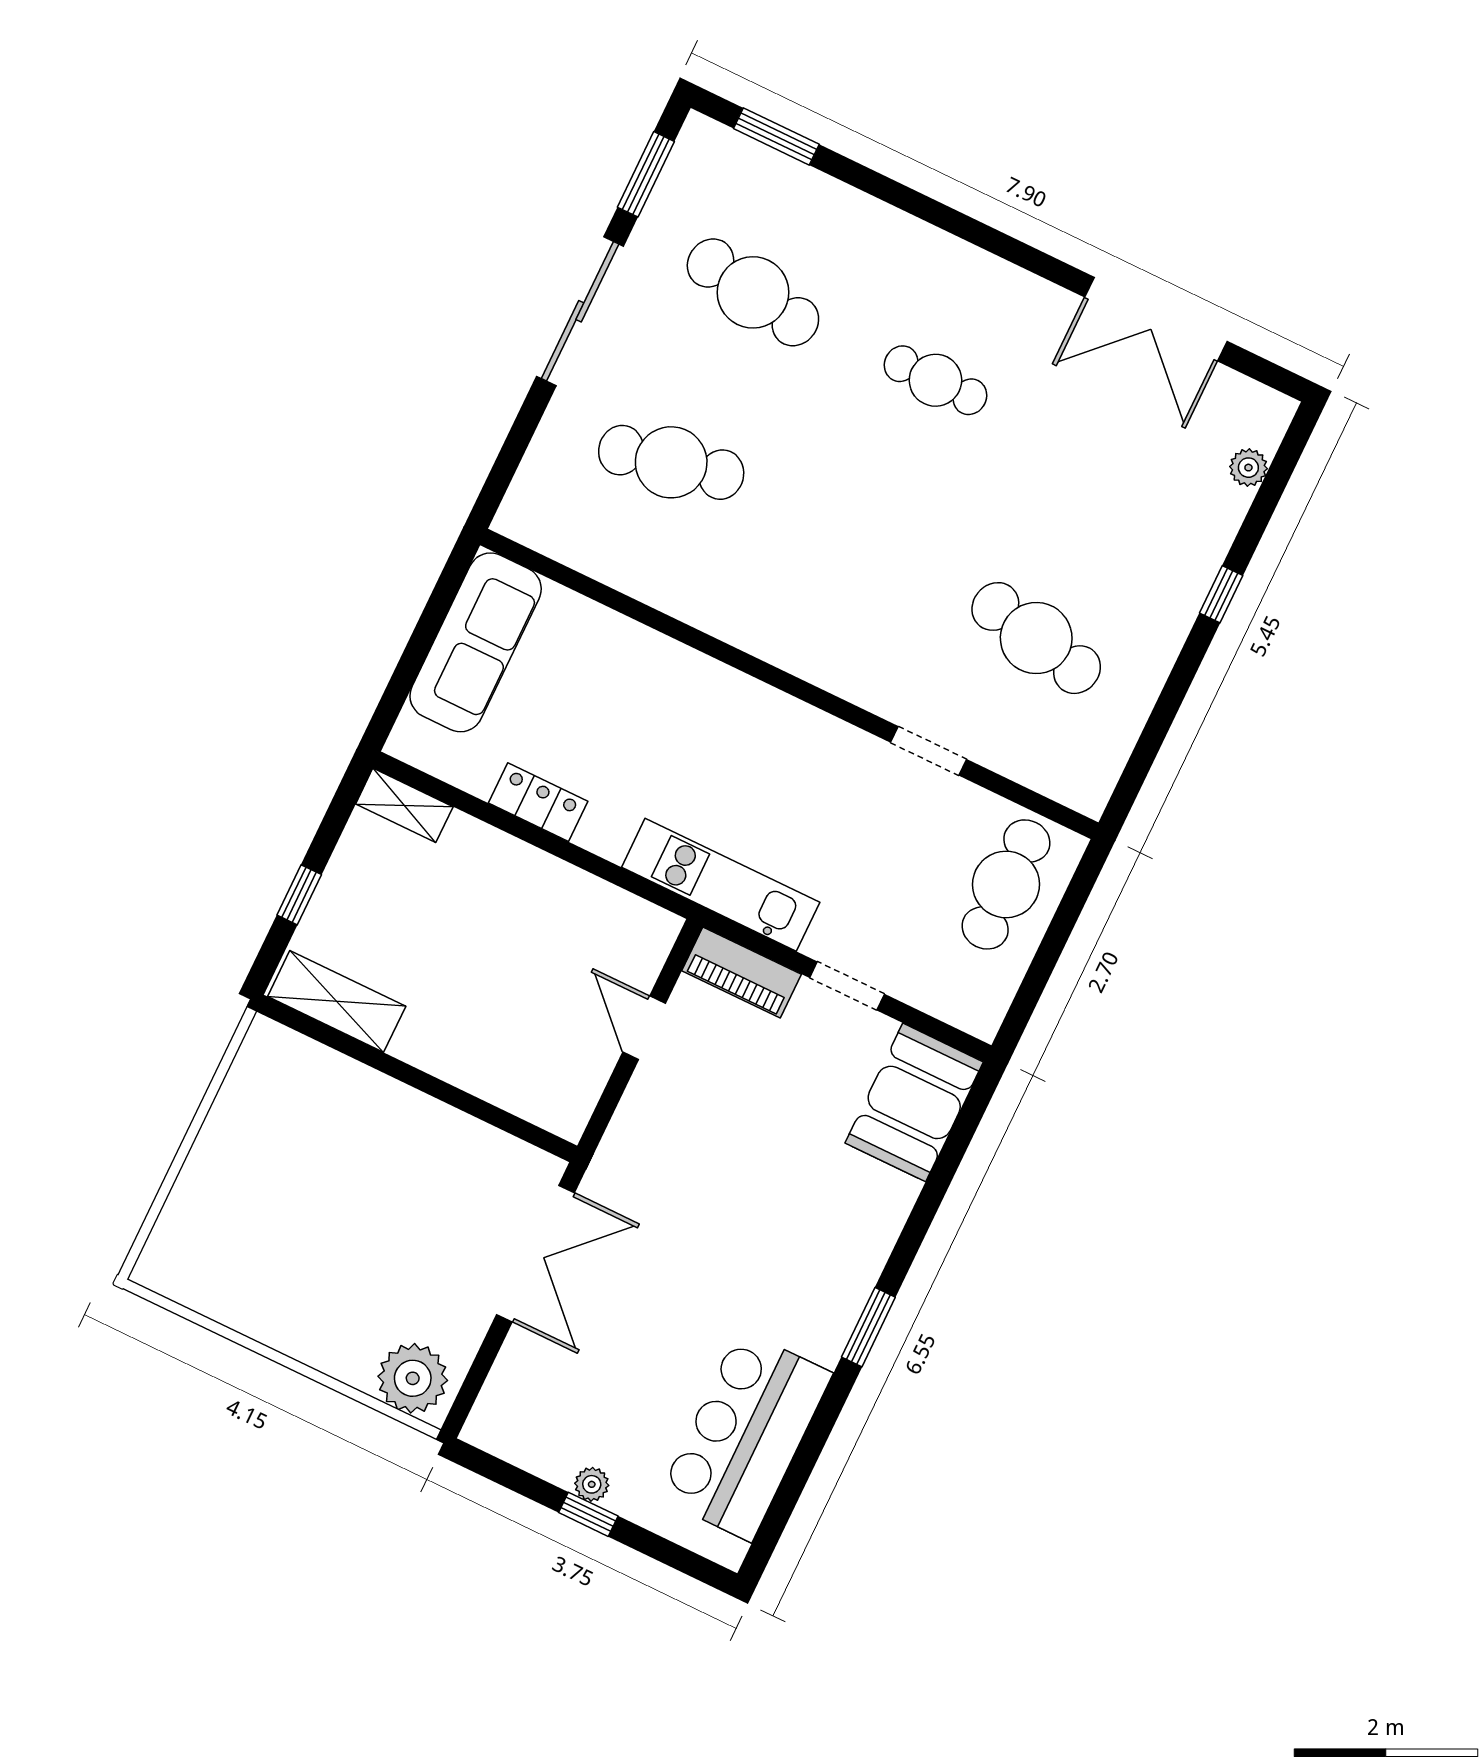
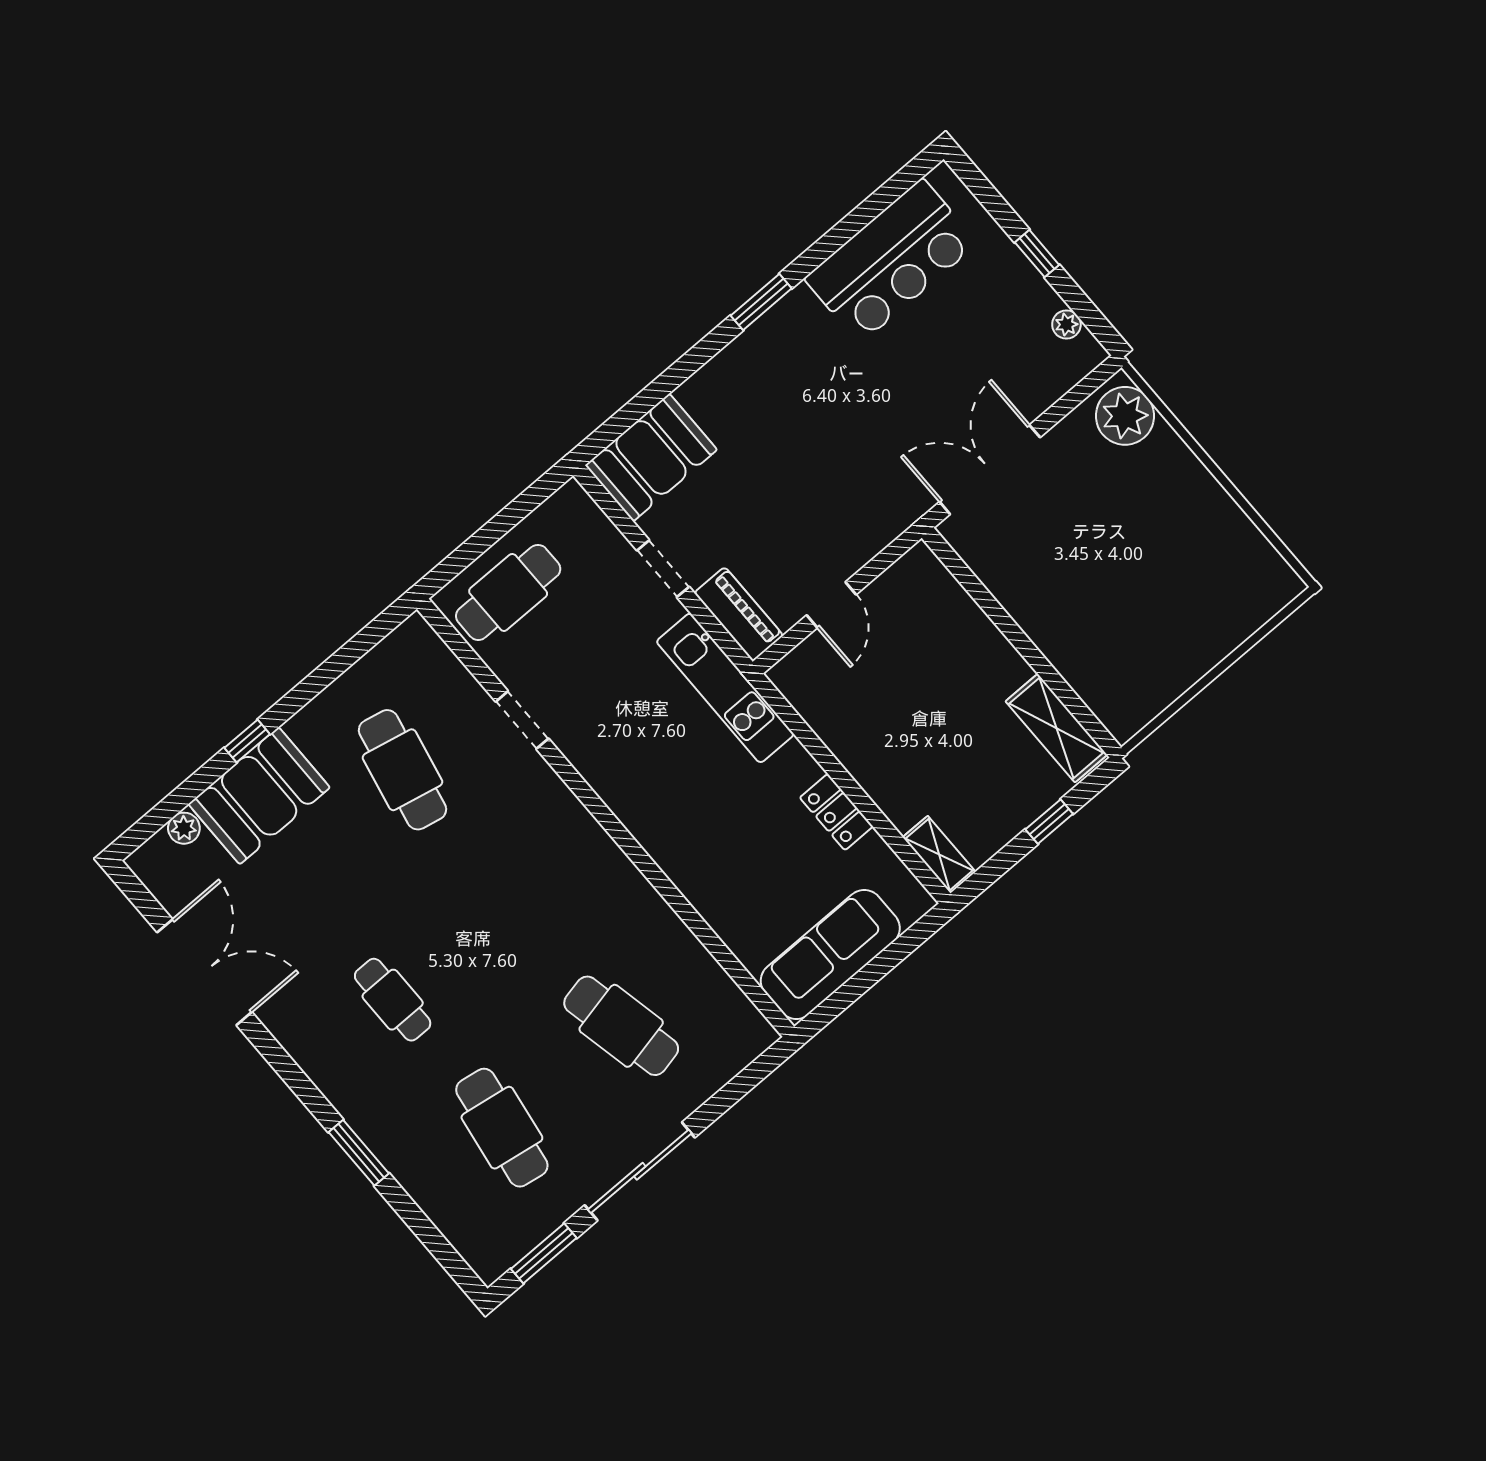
window: (776, 136) -> (359, 1153), moved
booth: (1181, 540) -> (259, 796), added
plant: (592, 1484) -> (1066, 324), moved

